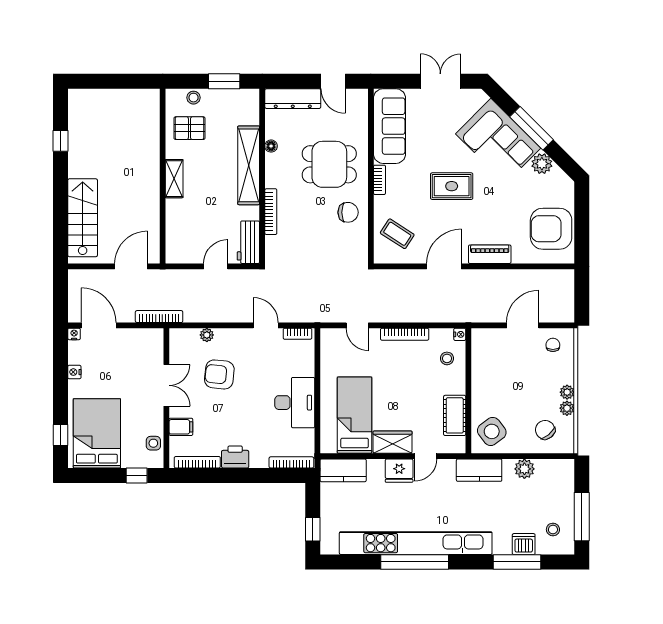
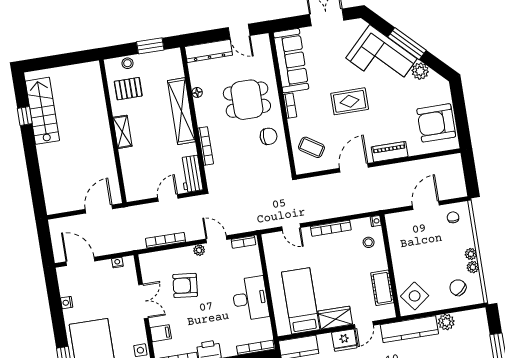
stairs: (83, 218) -> (42, 111), moved
bookcase: (159, 317) -> (165, 240), moved
nightstand: (74, 334) -> (117, 263), moved
plant: (207, 335) -> (199, 250), moved
kitchen counter: (479, 470) -> (409, 329), width x1.50

